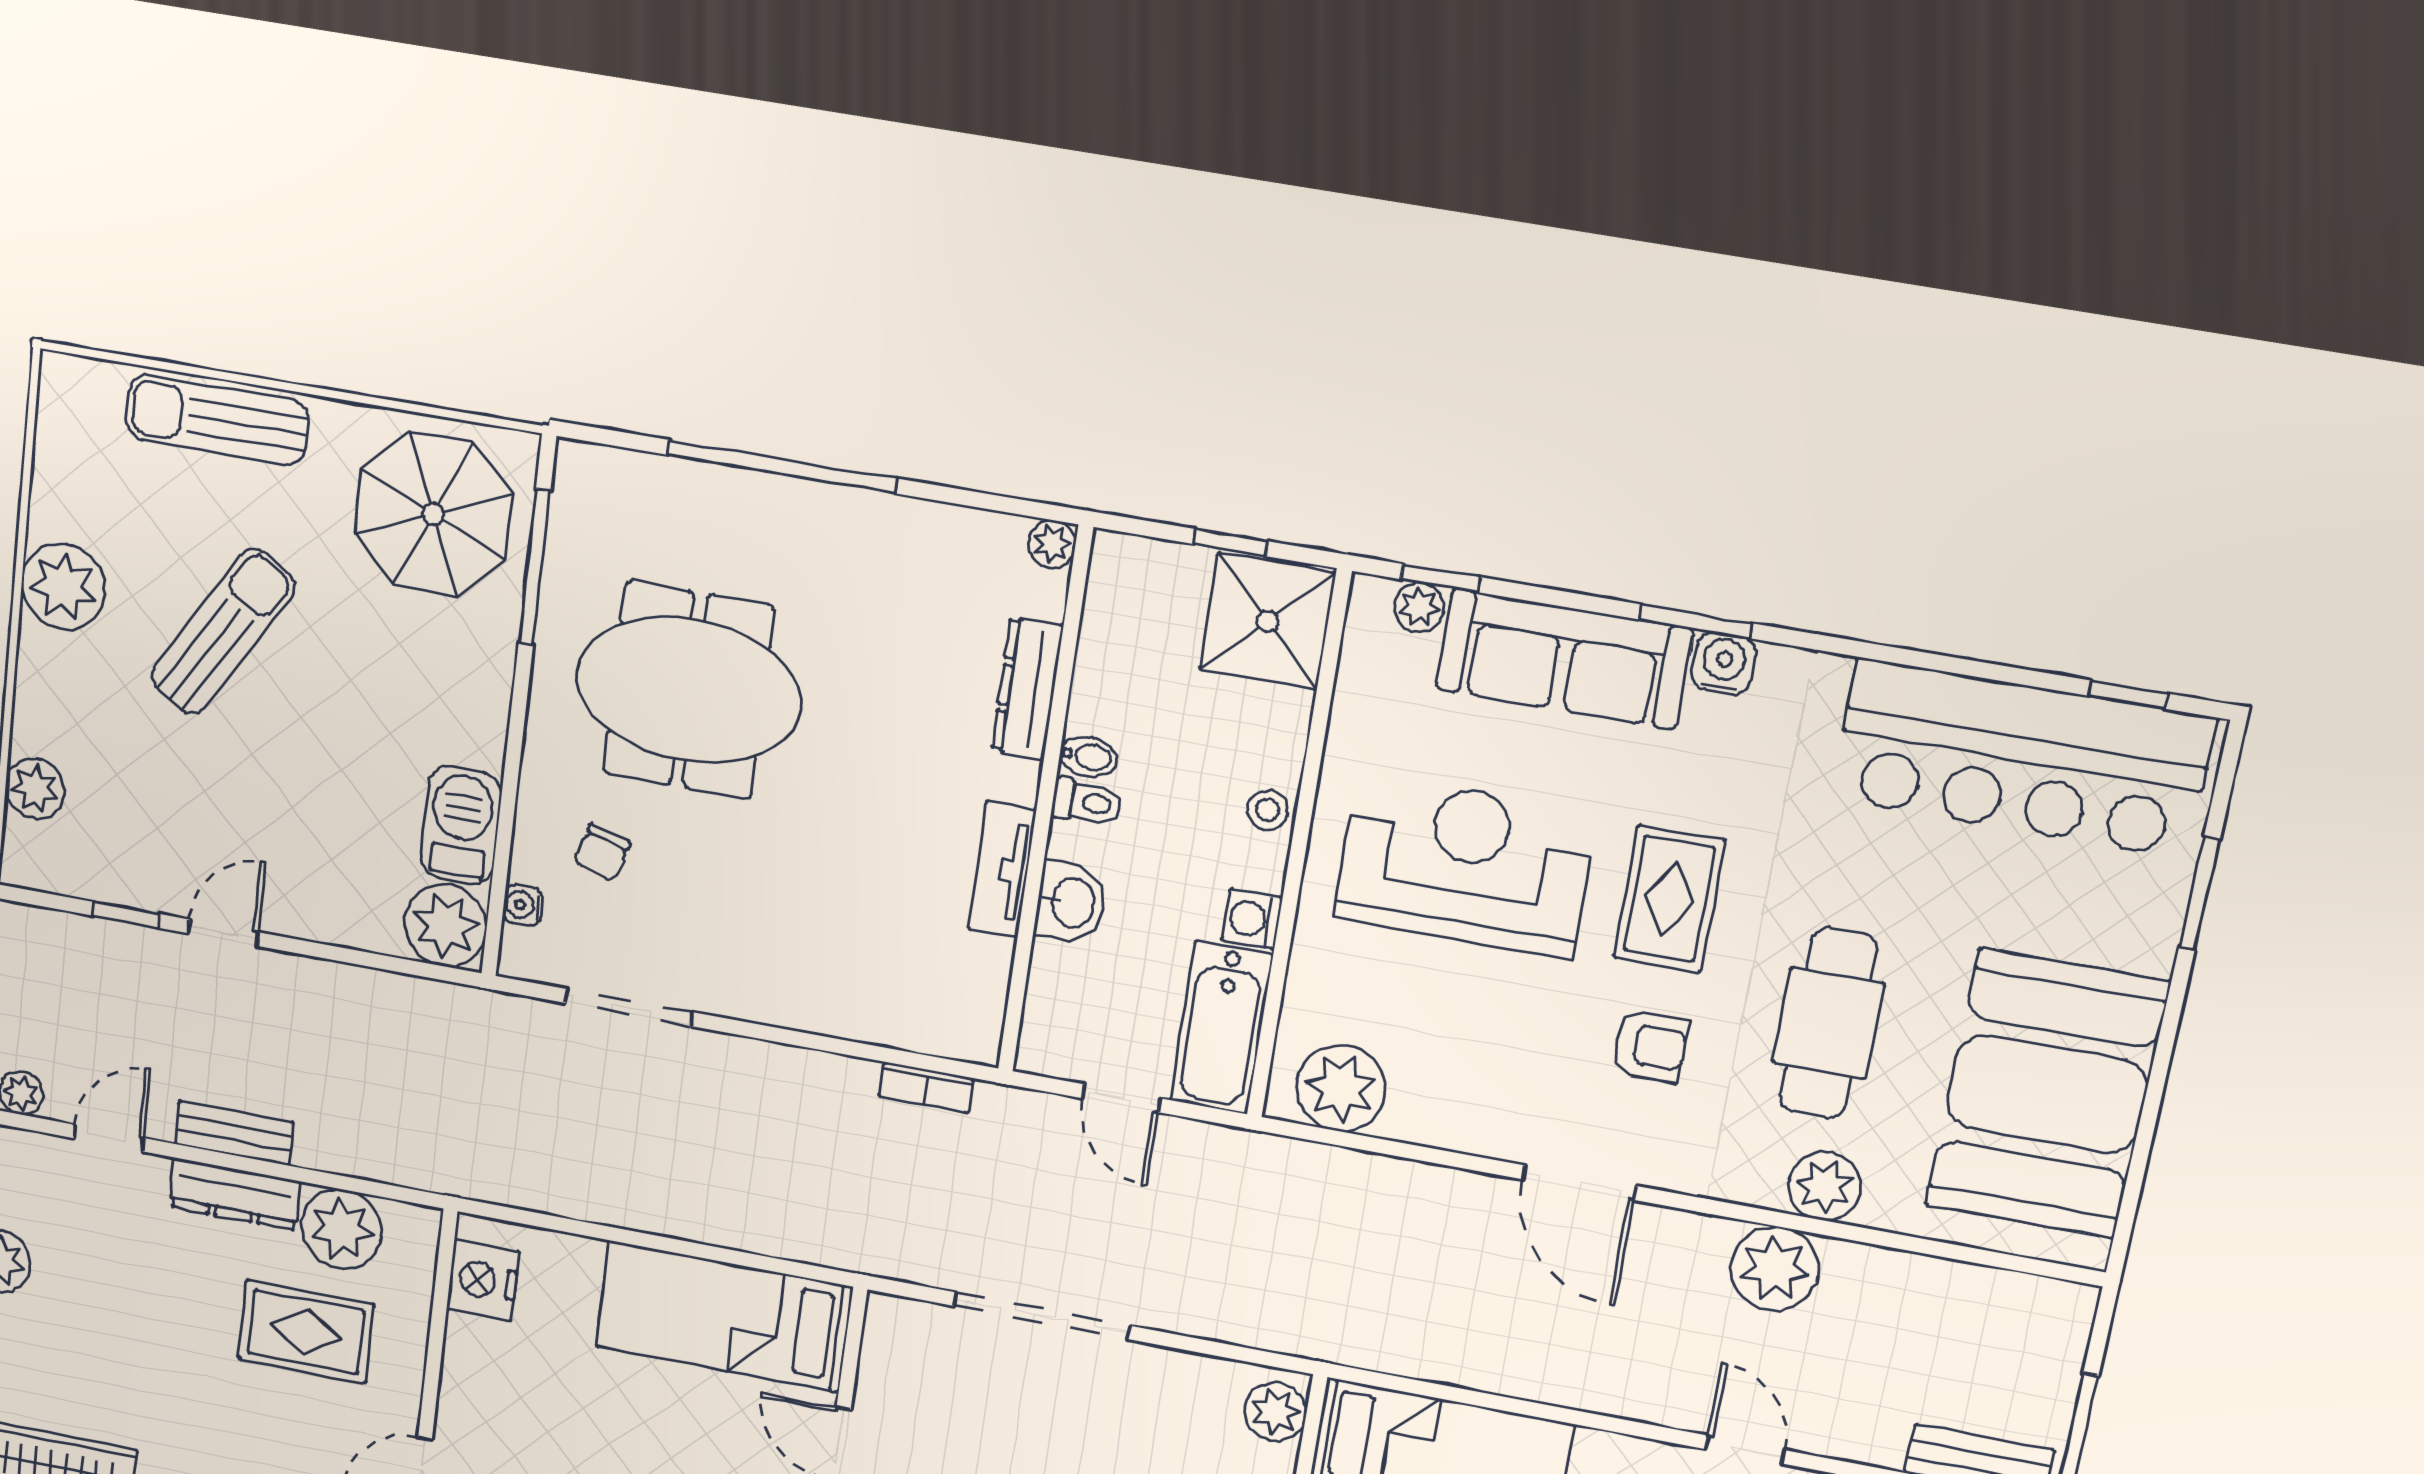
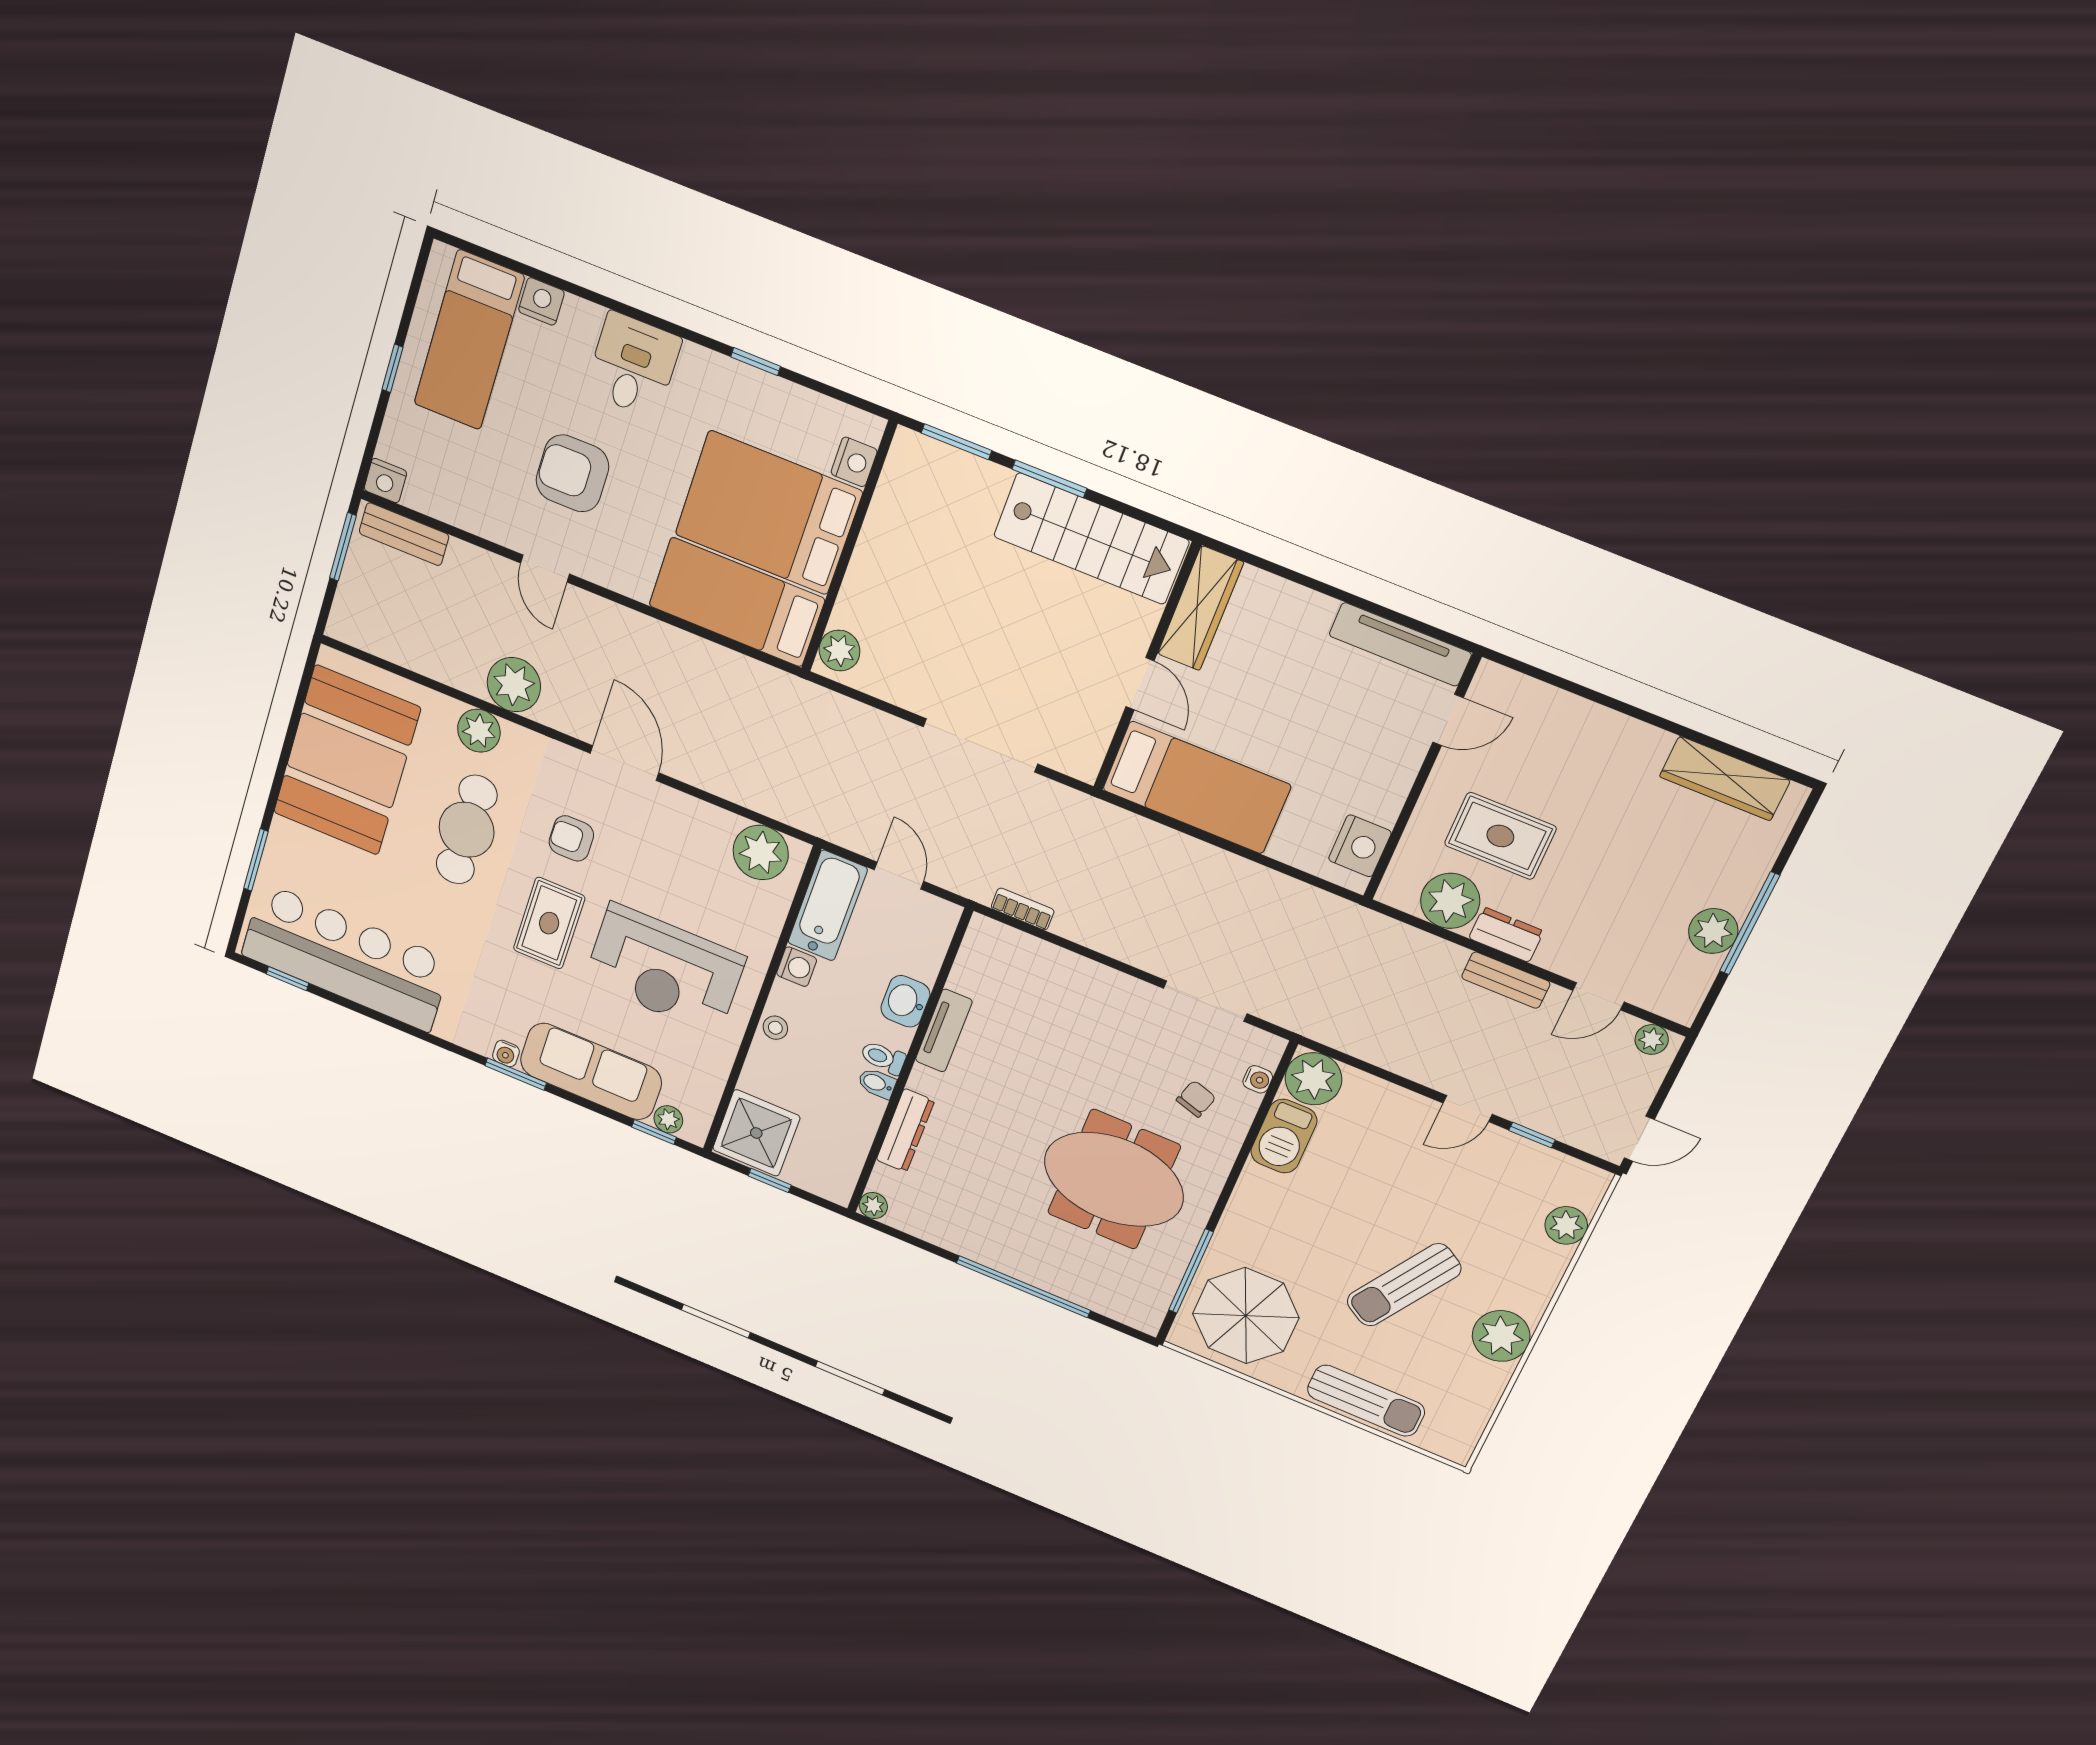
water cooler: (1724, 664) -> (506, 1053), width x0.72, depth x0.72
dresser: (235, 1194) -> (1506, 935), width x0.70

